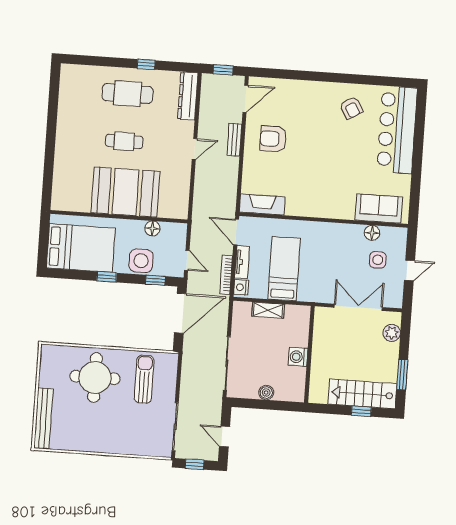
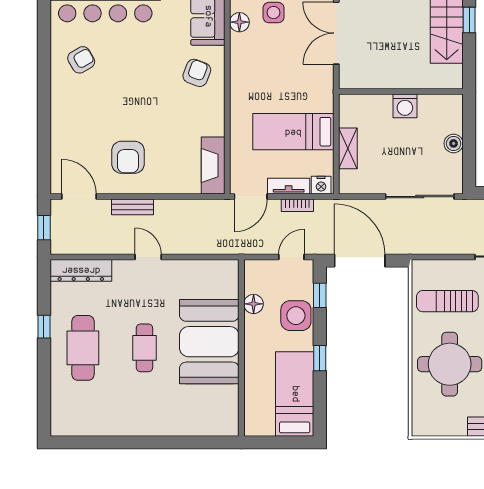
armchair: (335, 197) -> (197, 73), added
bed: (81, 248) -> (295, 394), width x0.67
bookcase: (226, 275) -> (297, 205), width x0.64

